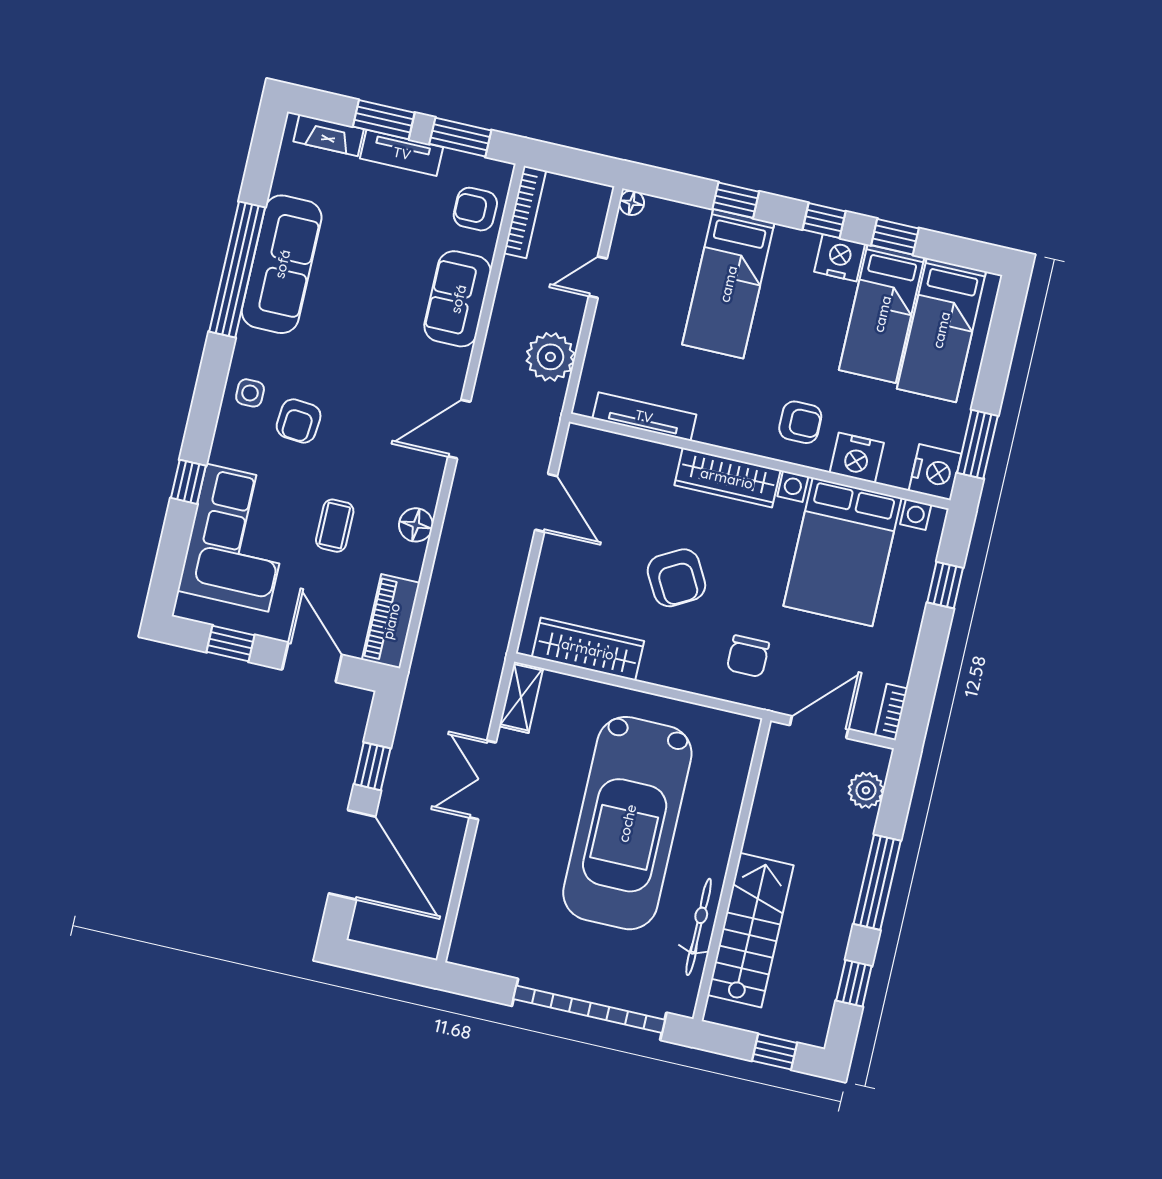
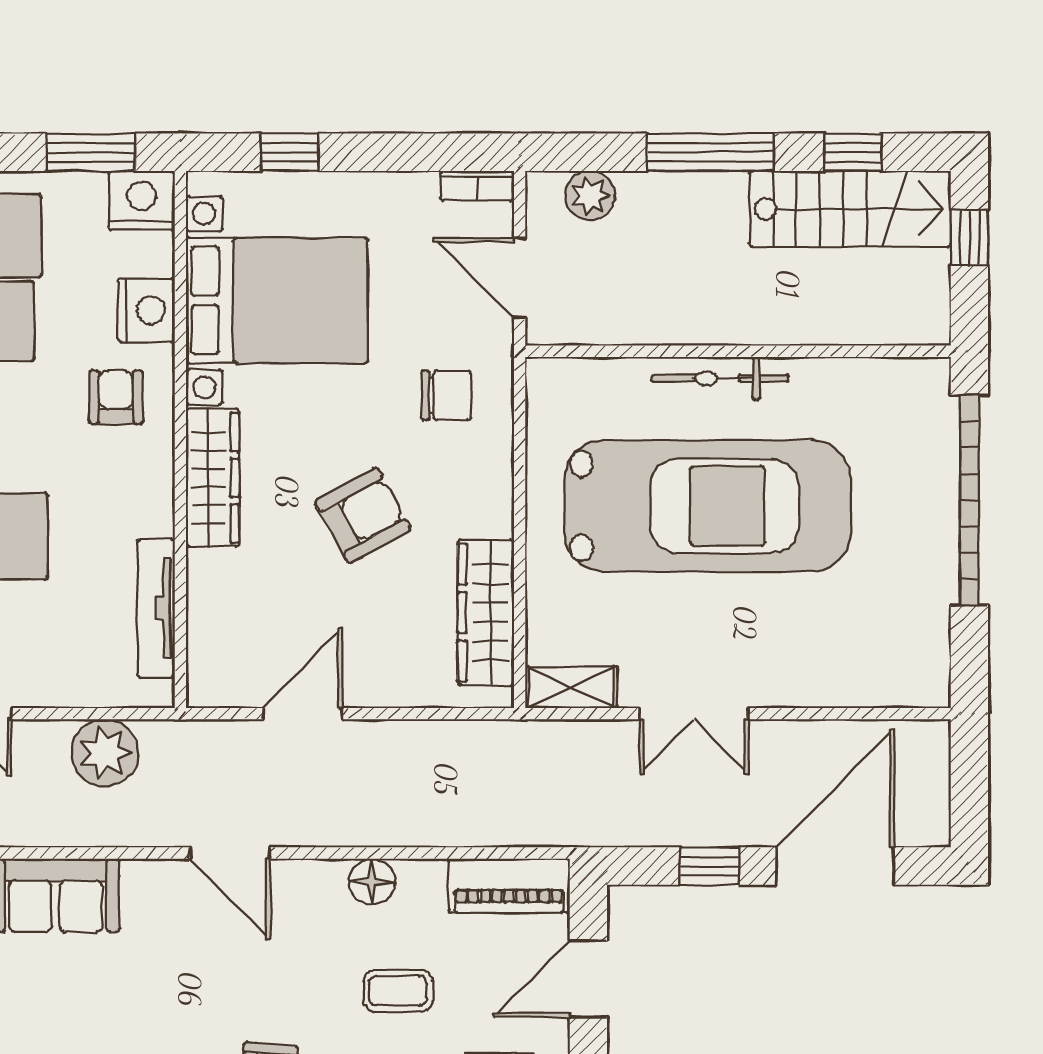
bicycle: (699, 927) -> (720, 378), moved
stairs: (751, 930) -> (850, 209), moved, turned 180

